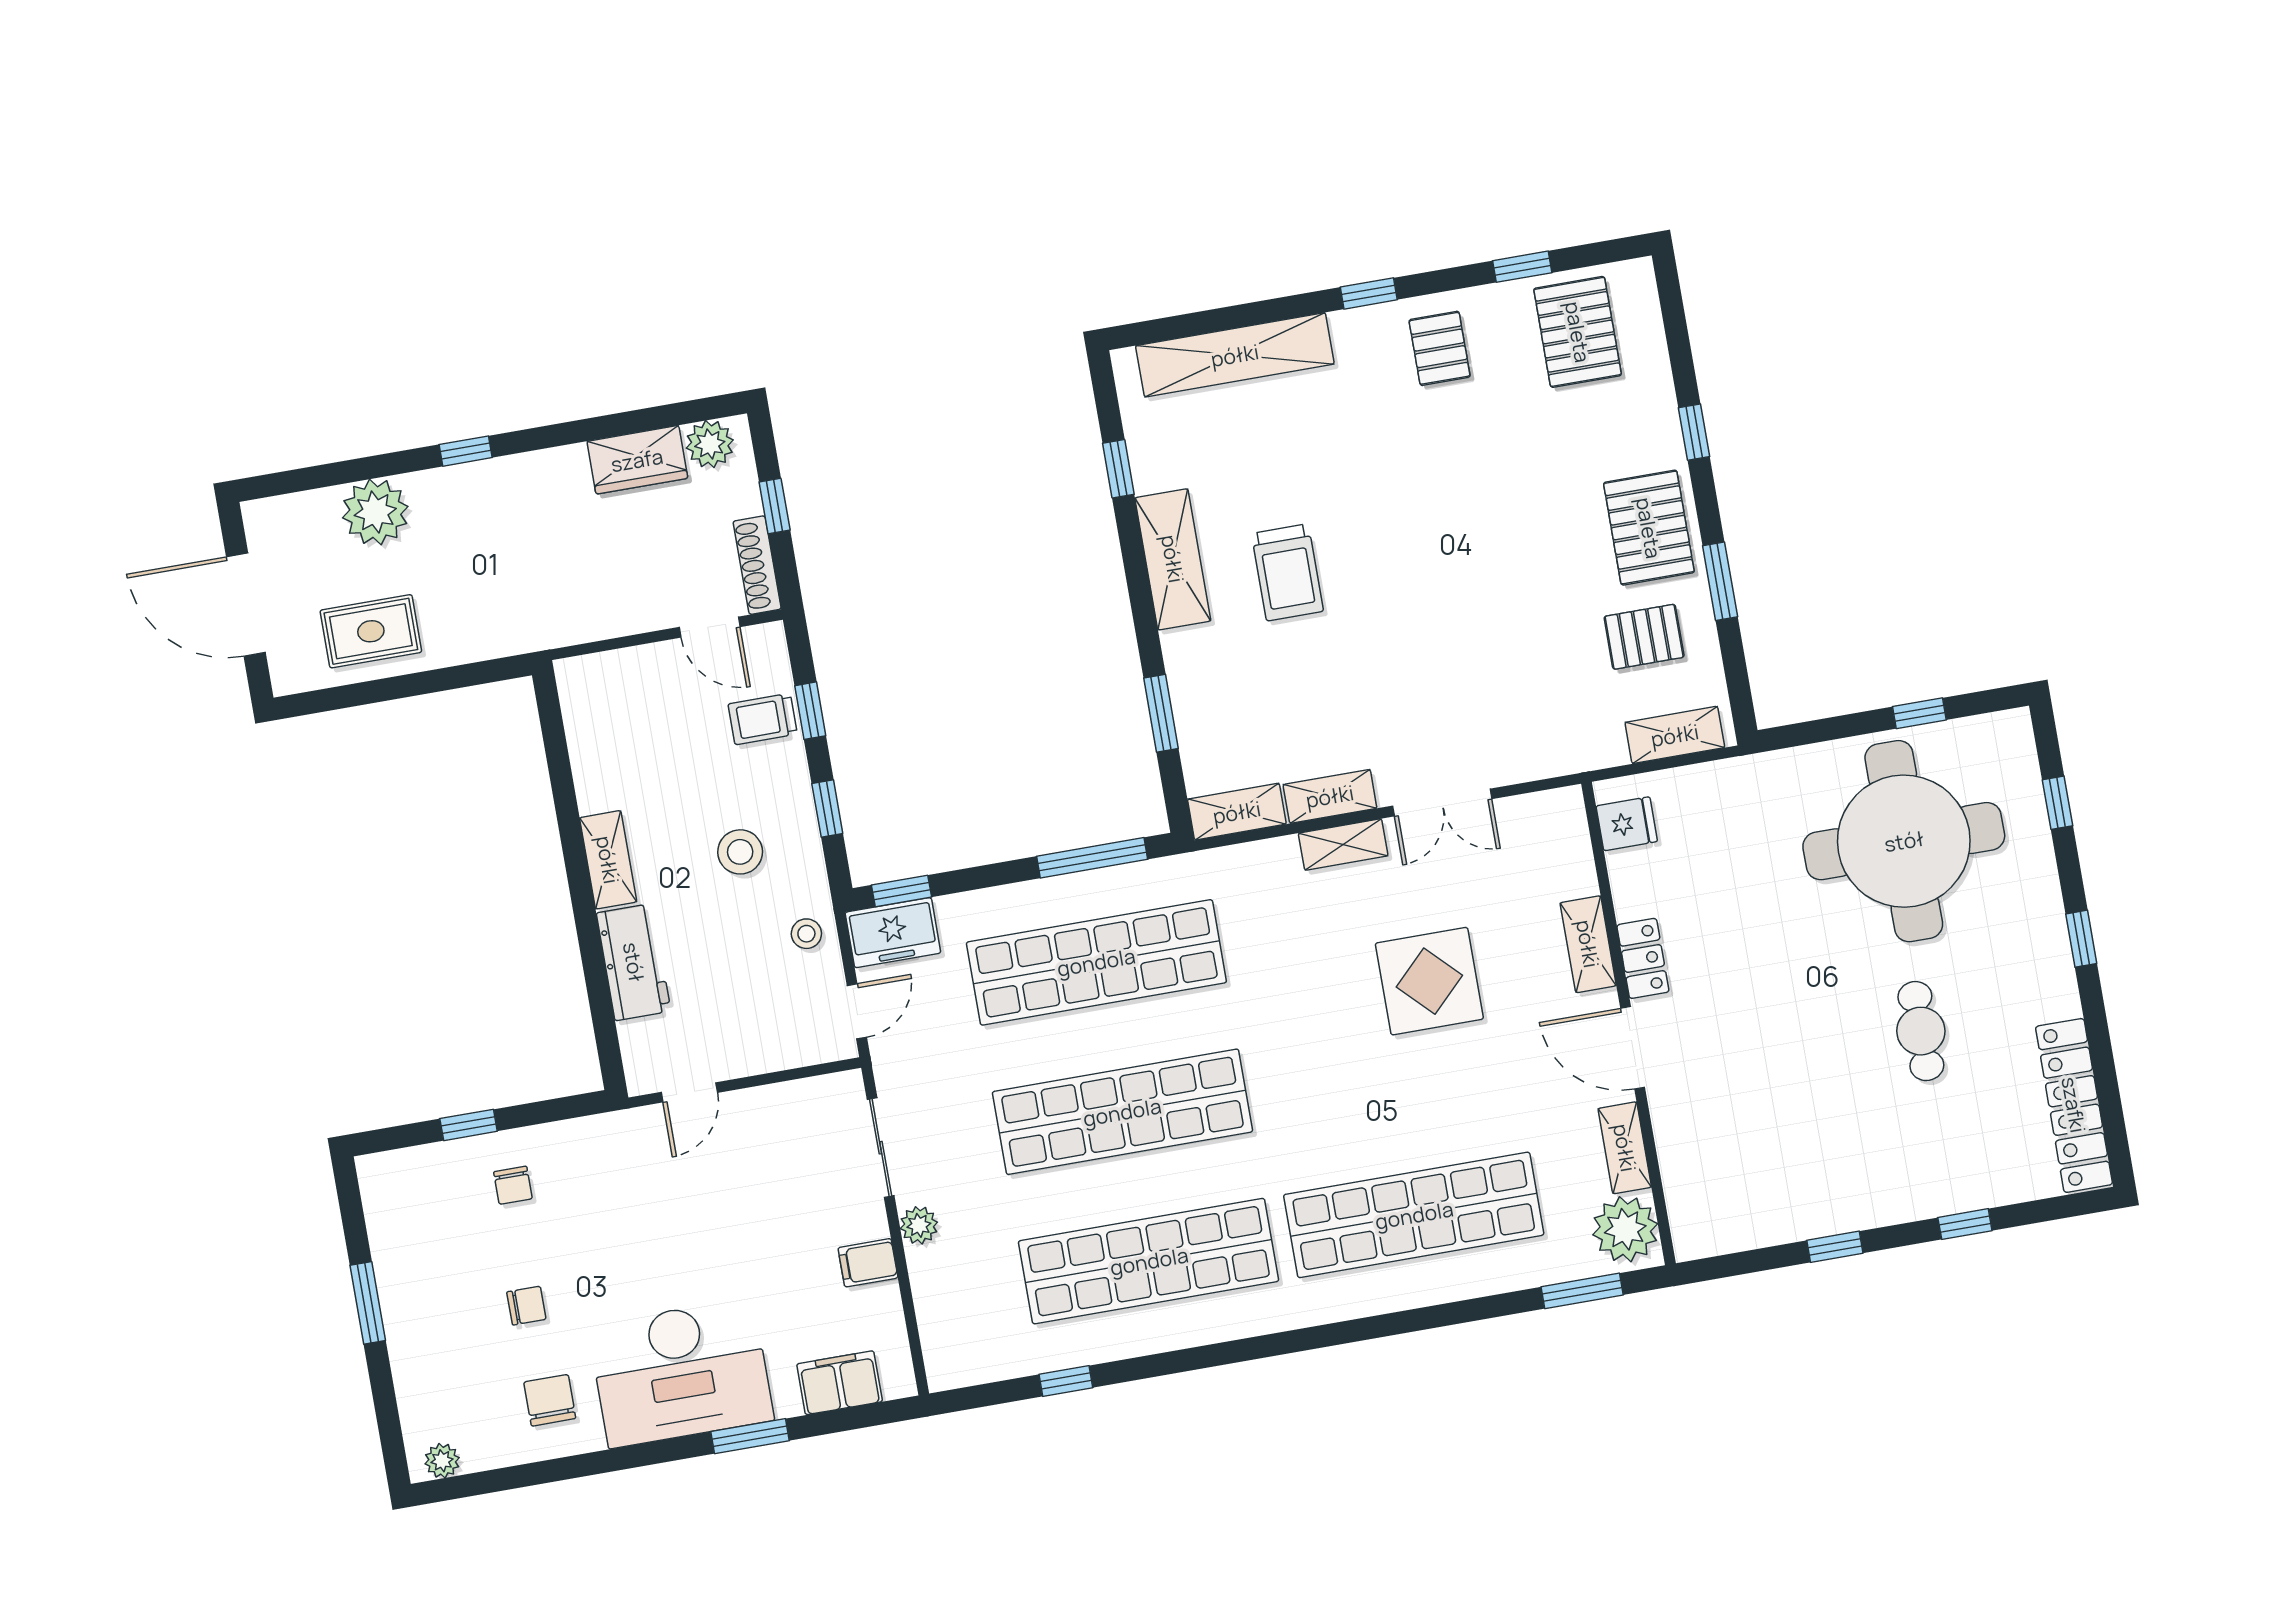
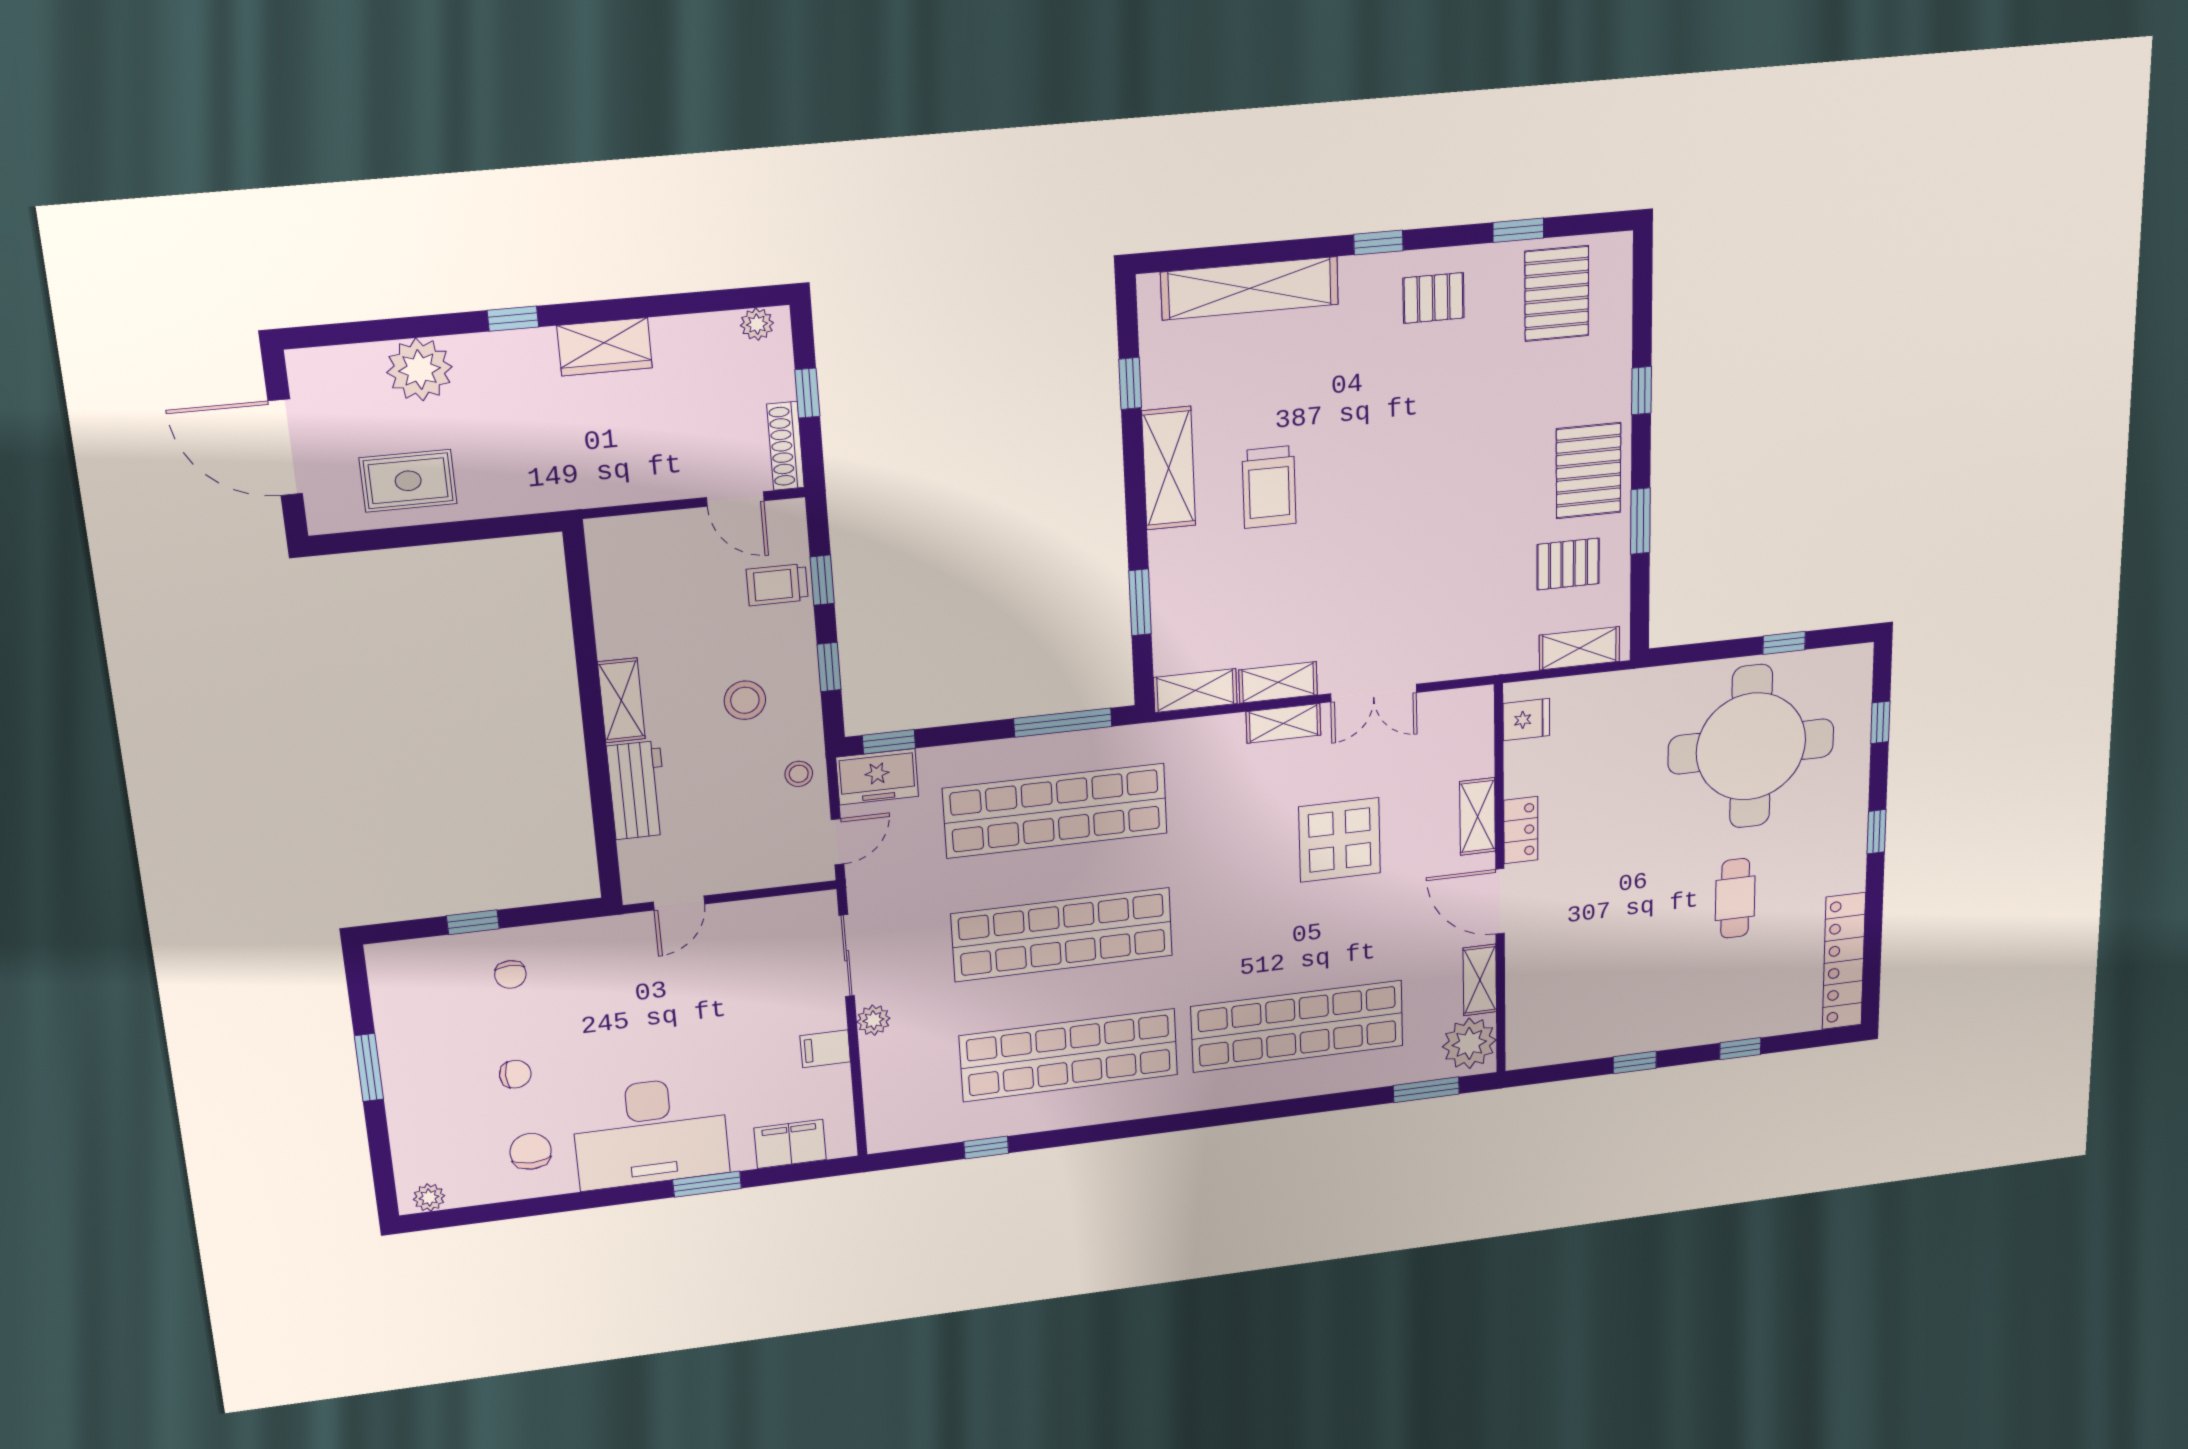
pallet: (1440, 348) -> (1434, 298), turned 90
plant: (710, 444) -> (757, 324), width x0.73, depth x0.73
wardrobe: (637, 460) -> (605, 347), moved

